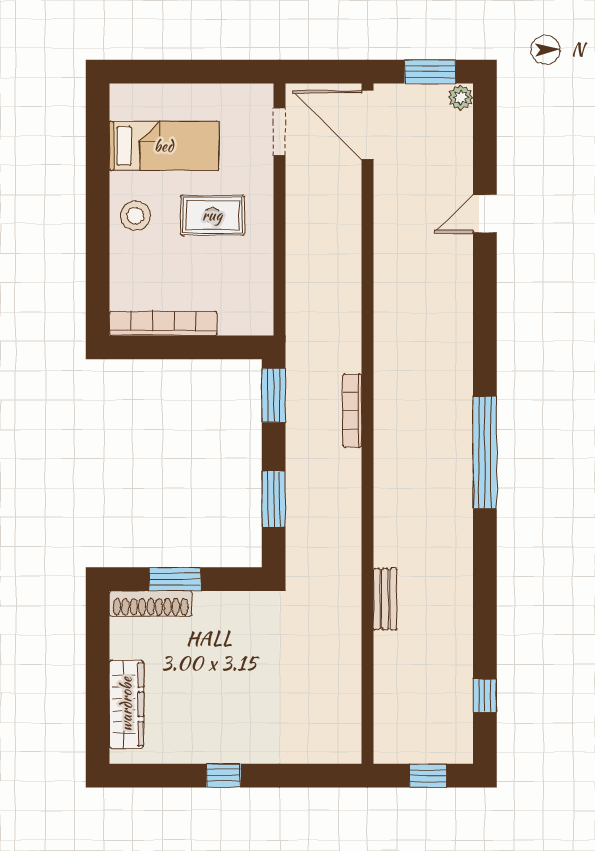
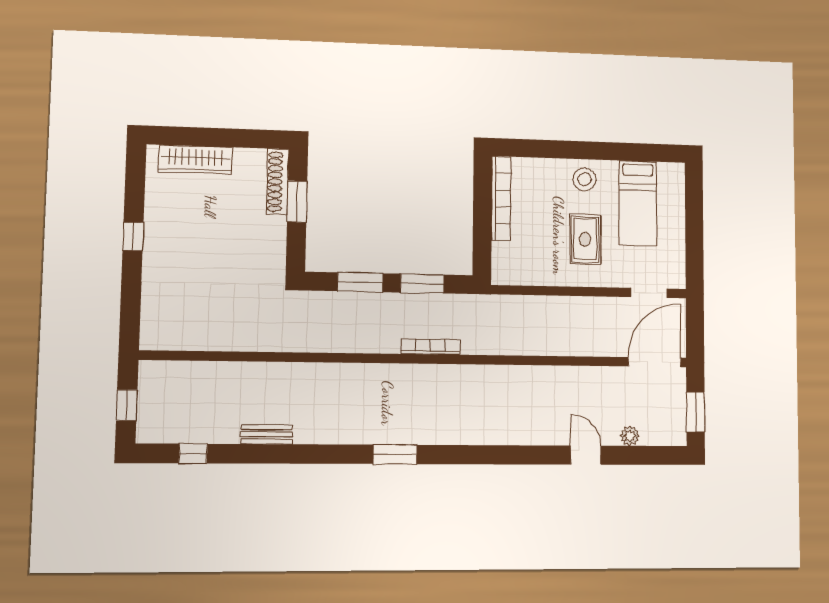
plant: (461, 97) -> (630, 436), moved
window: (274, 395) -> (422, 284), moved
window: (485, 452) -> (395, 454), width x0.47
bench: (385, 599) -> (267, 434), moved

